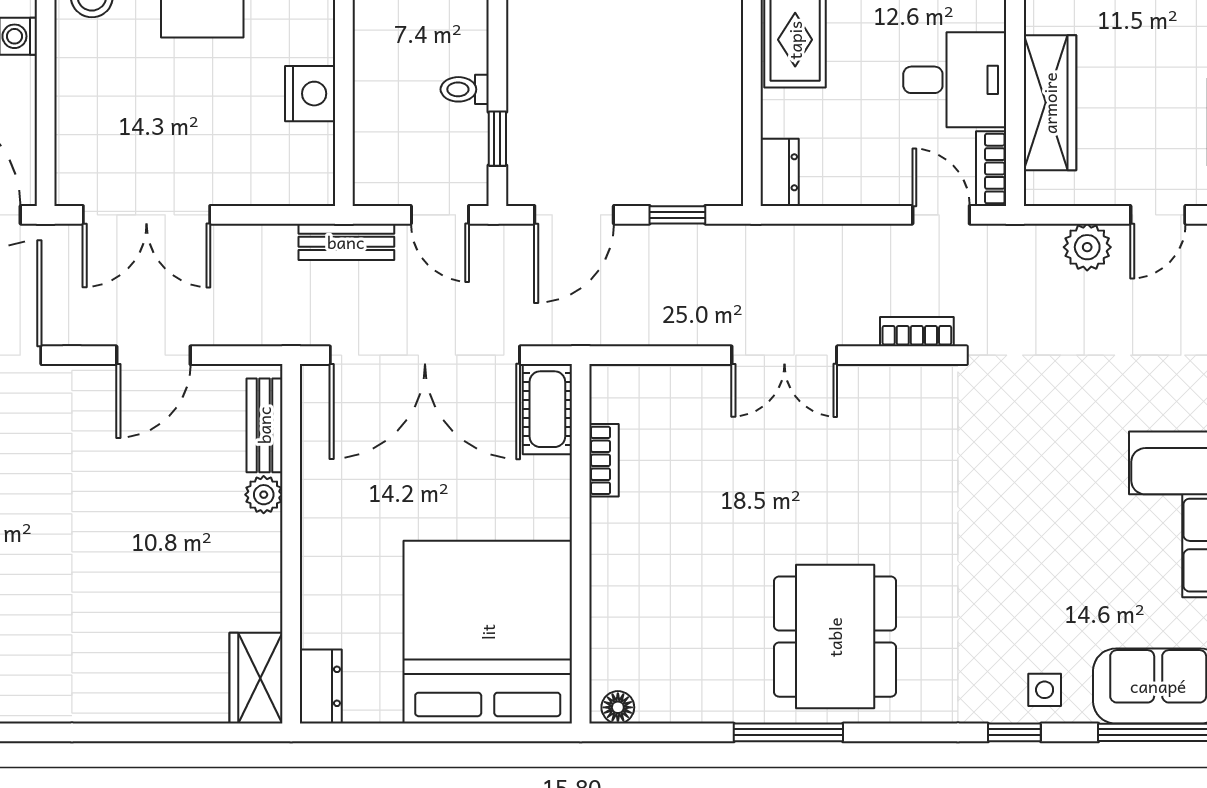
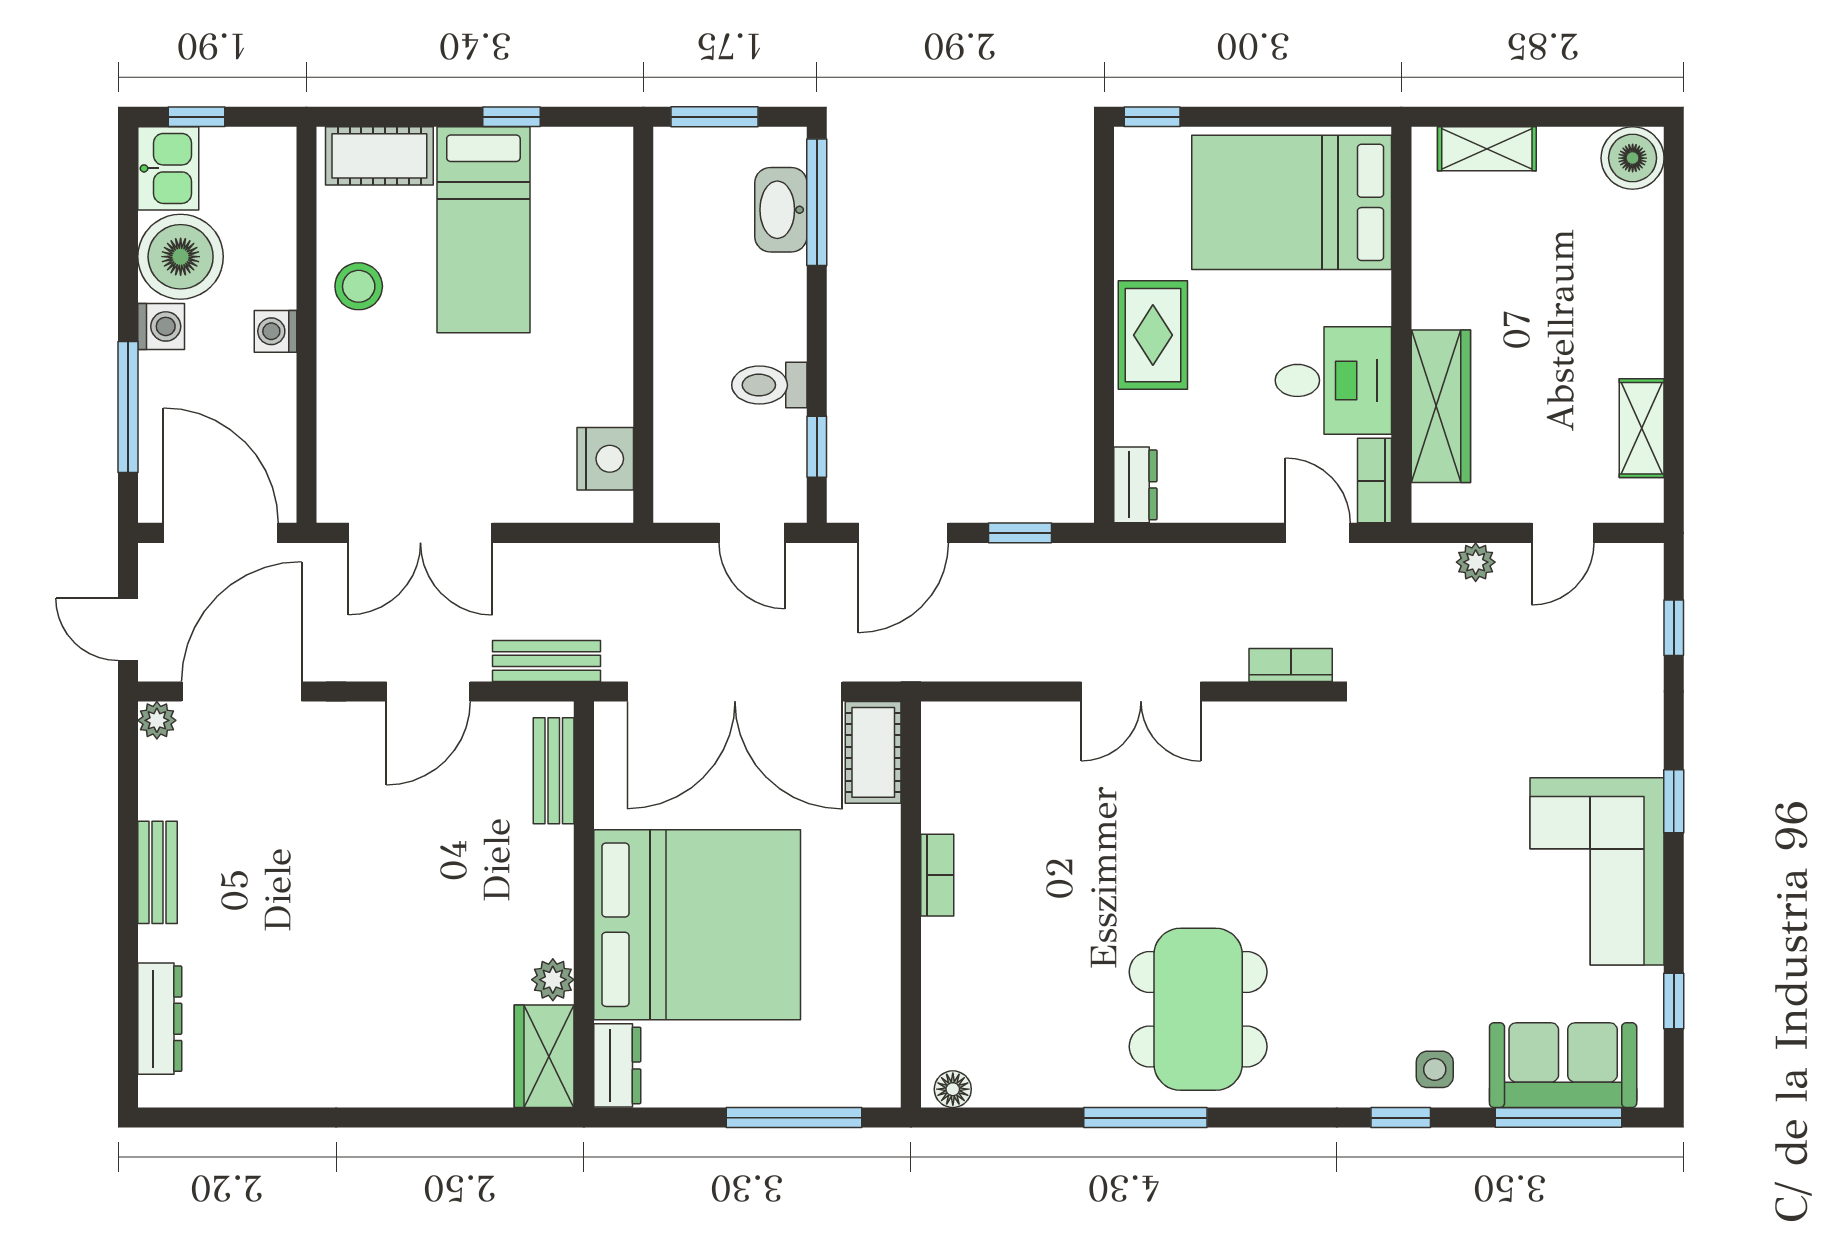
toilet: (465, 89) -> (769, 385), width x1.37, depth x1.39
nightstand: (310, 94) -> (605, 459), moved
bench: (346, 242) -> (547, 661), moved
plant: (1087, 247) -> (1476, 562), width x0.73, depth x0.73
bookcase: (604, 460) -> (937, 875), moved
plant: (264, 495) -> (553, 980), moved
bed: (488, 632) -> (697, 925), moved, turned 90
window: (477, 732) -> (794, 1118), added

